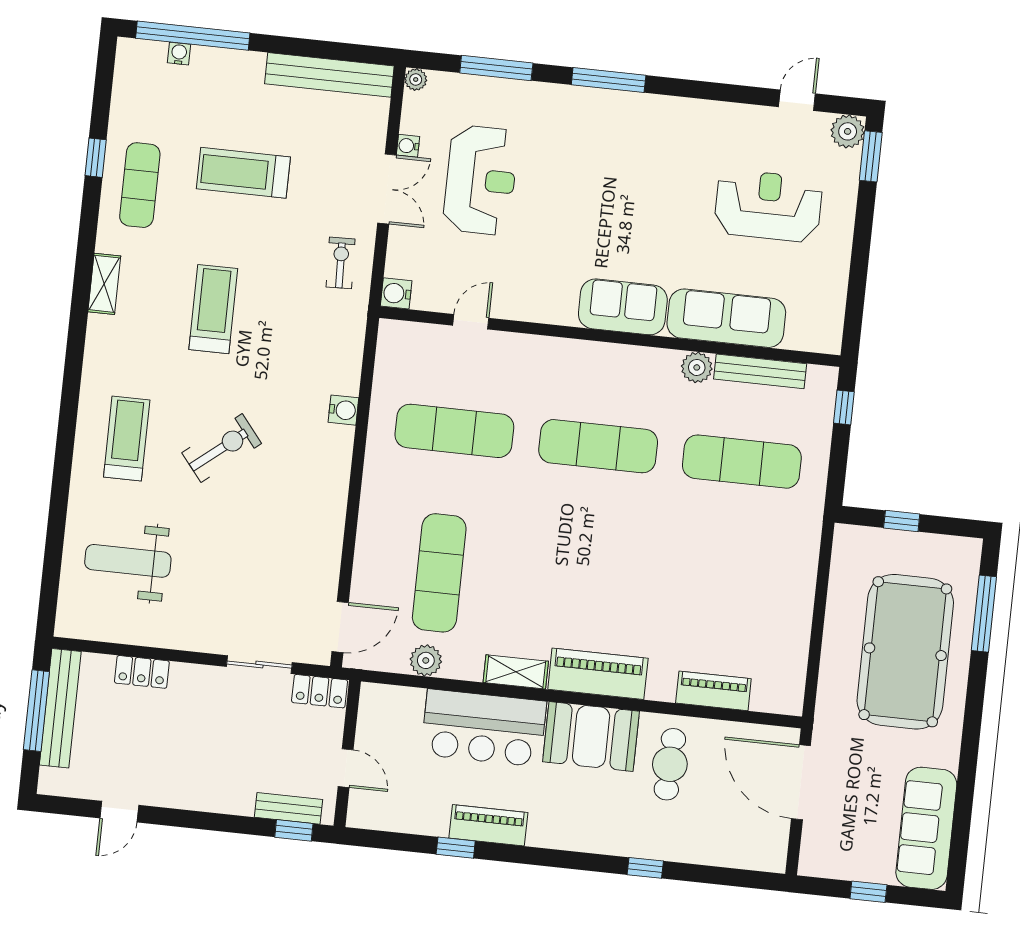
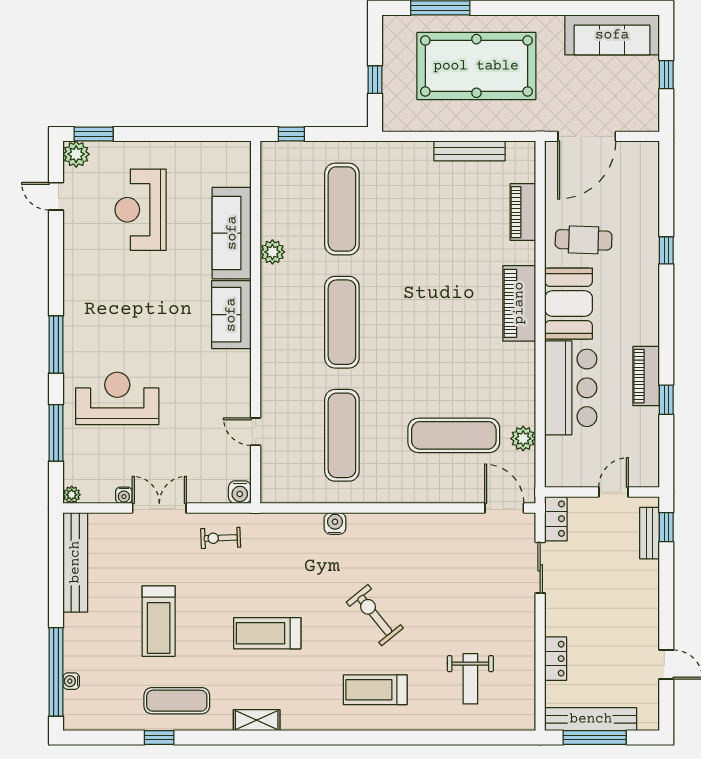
reception desk: (481, 180) -> (117, 398), moved
bench: (760, 371) -> (470, 151), moved, turned 90
weight bench: (128, 561) -> (470, 679), width x0.73, depth x0.75
shelving: (516, 672) -> (525, 367), removed

